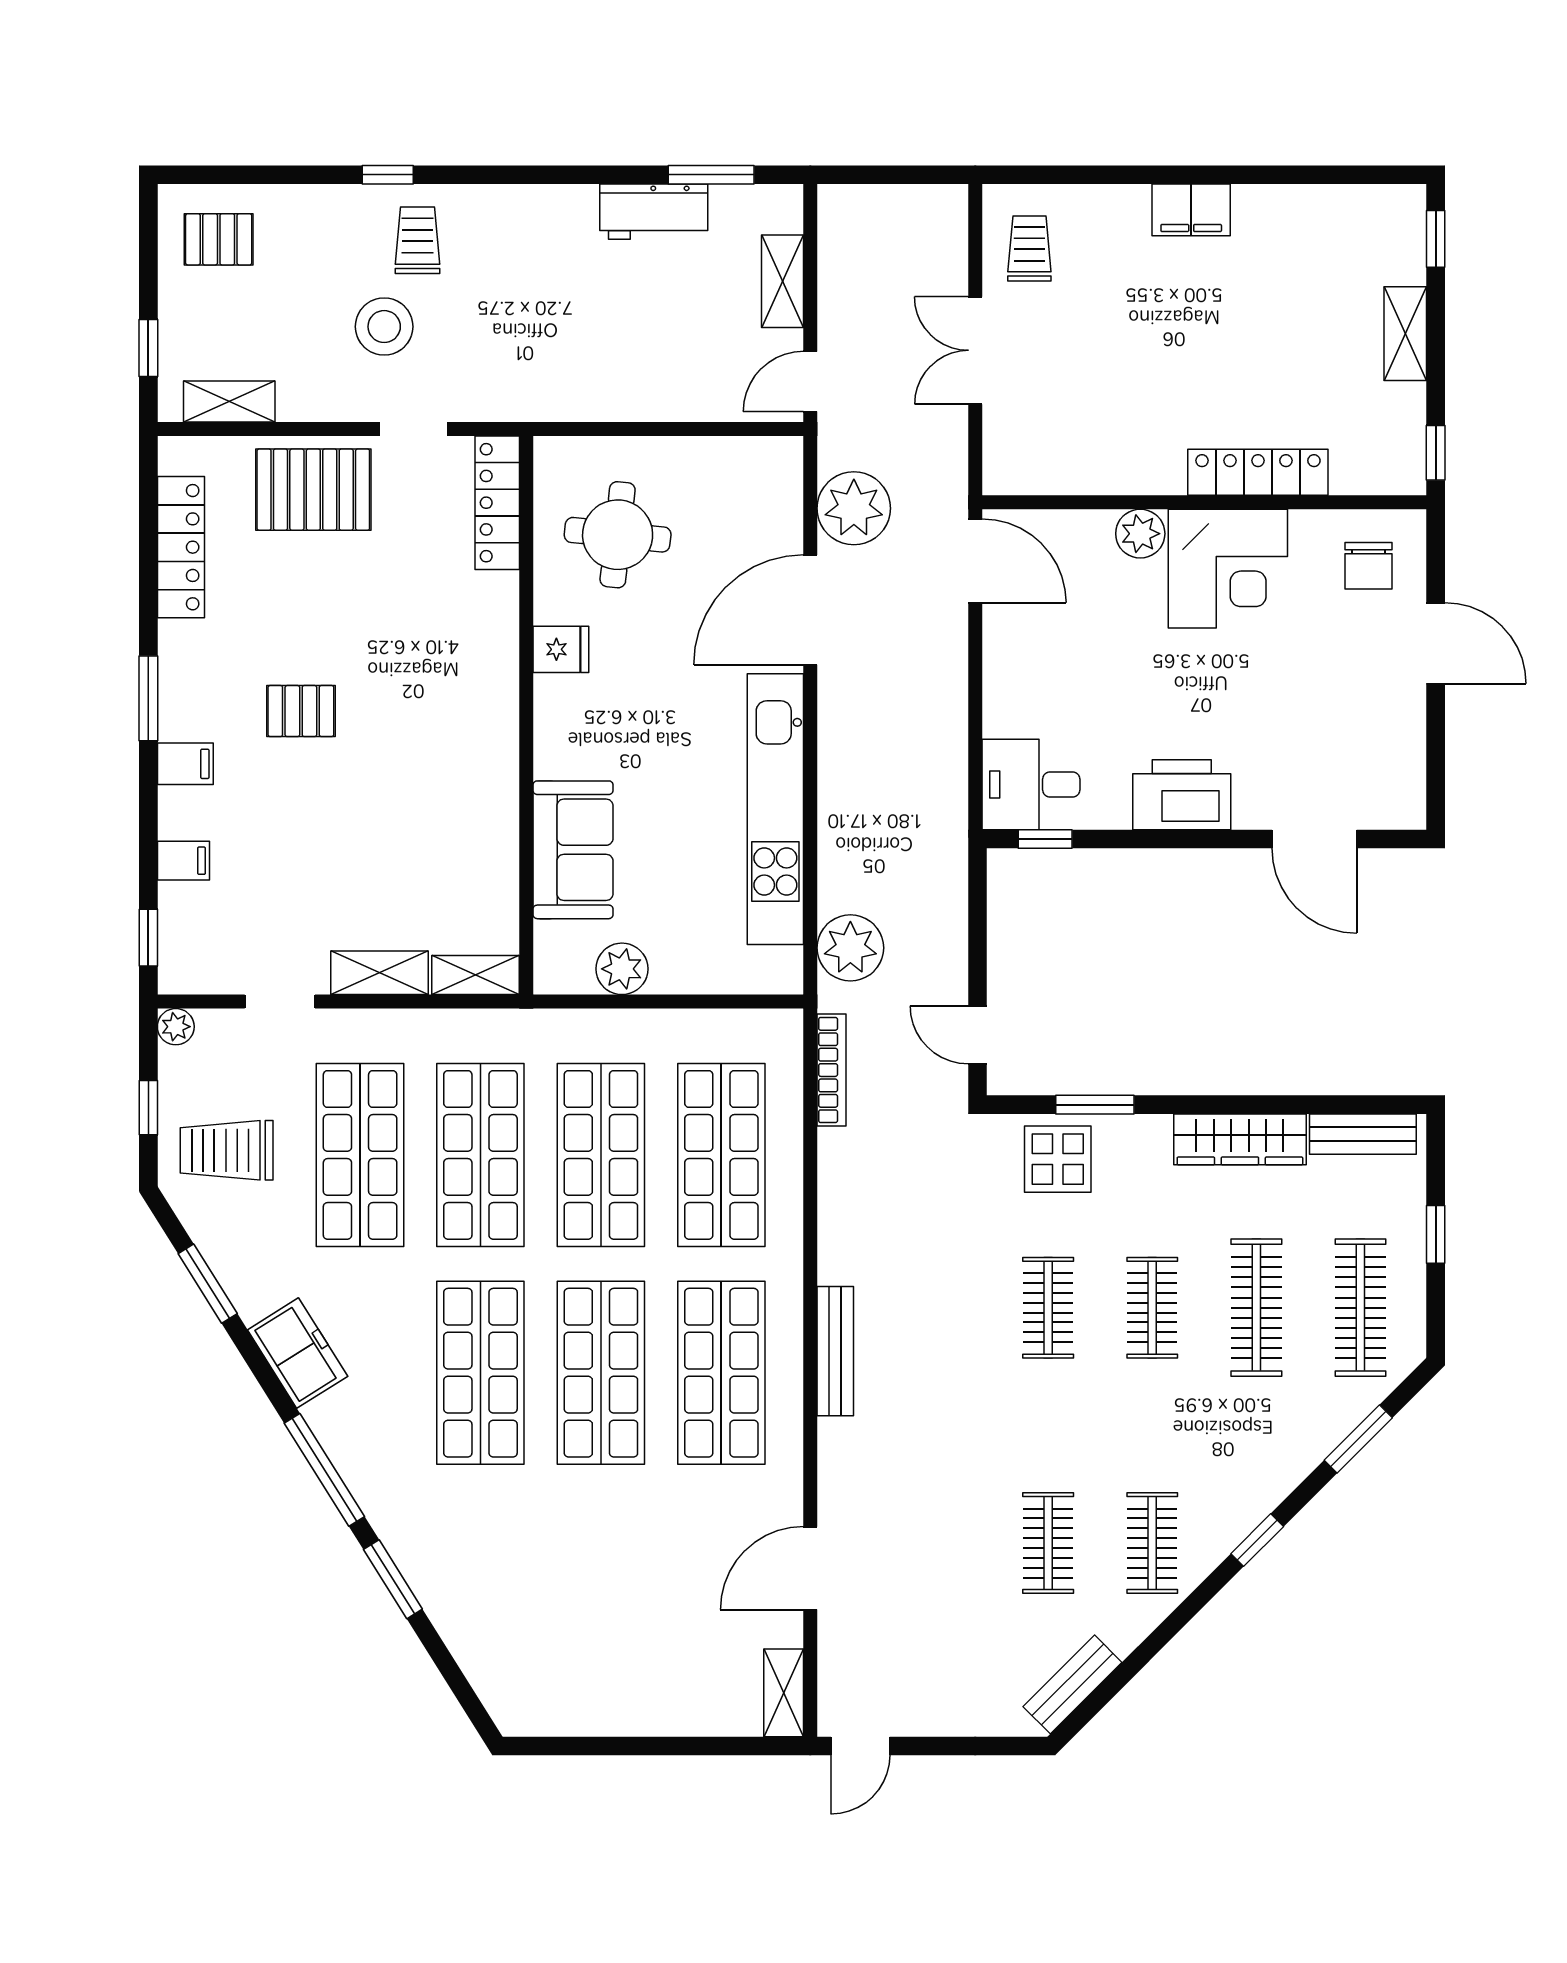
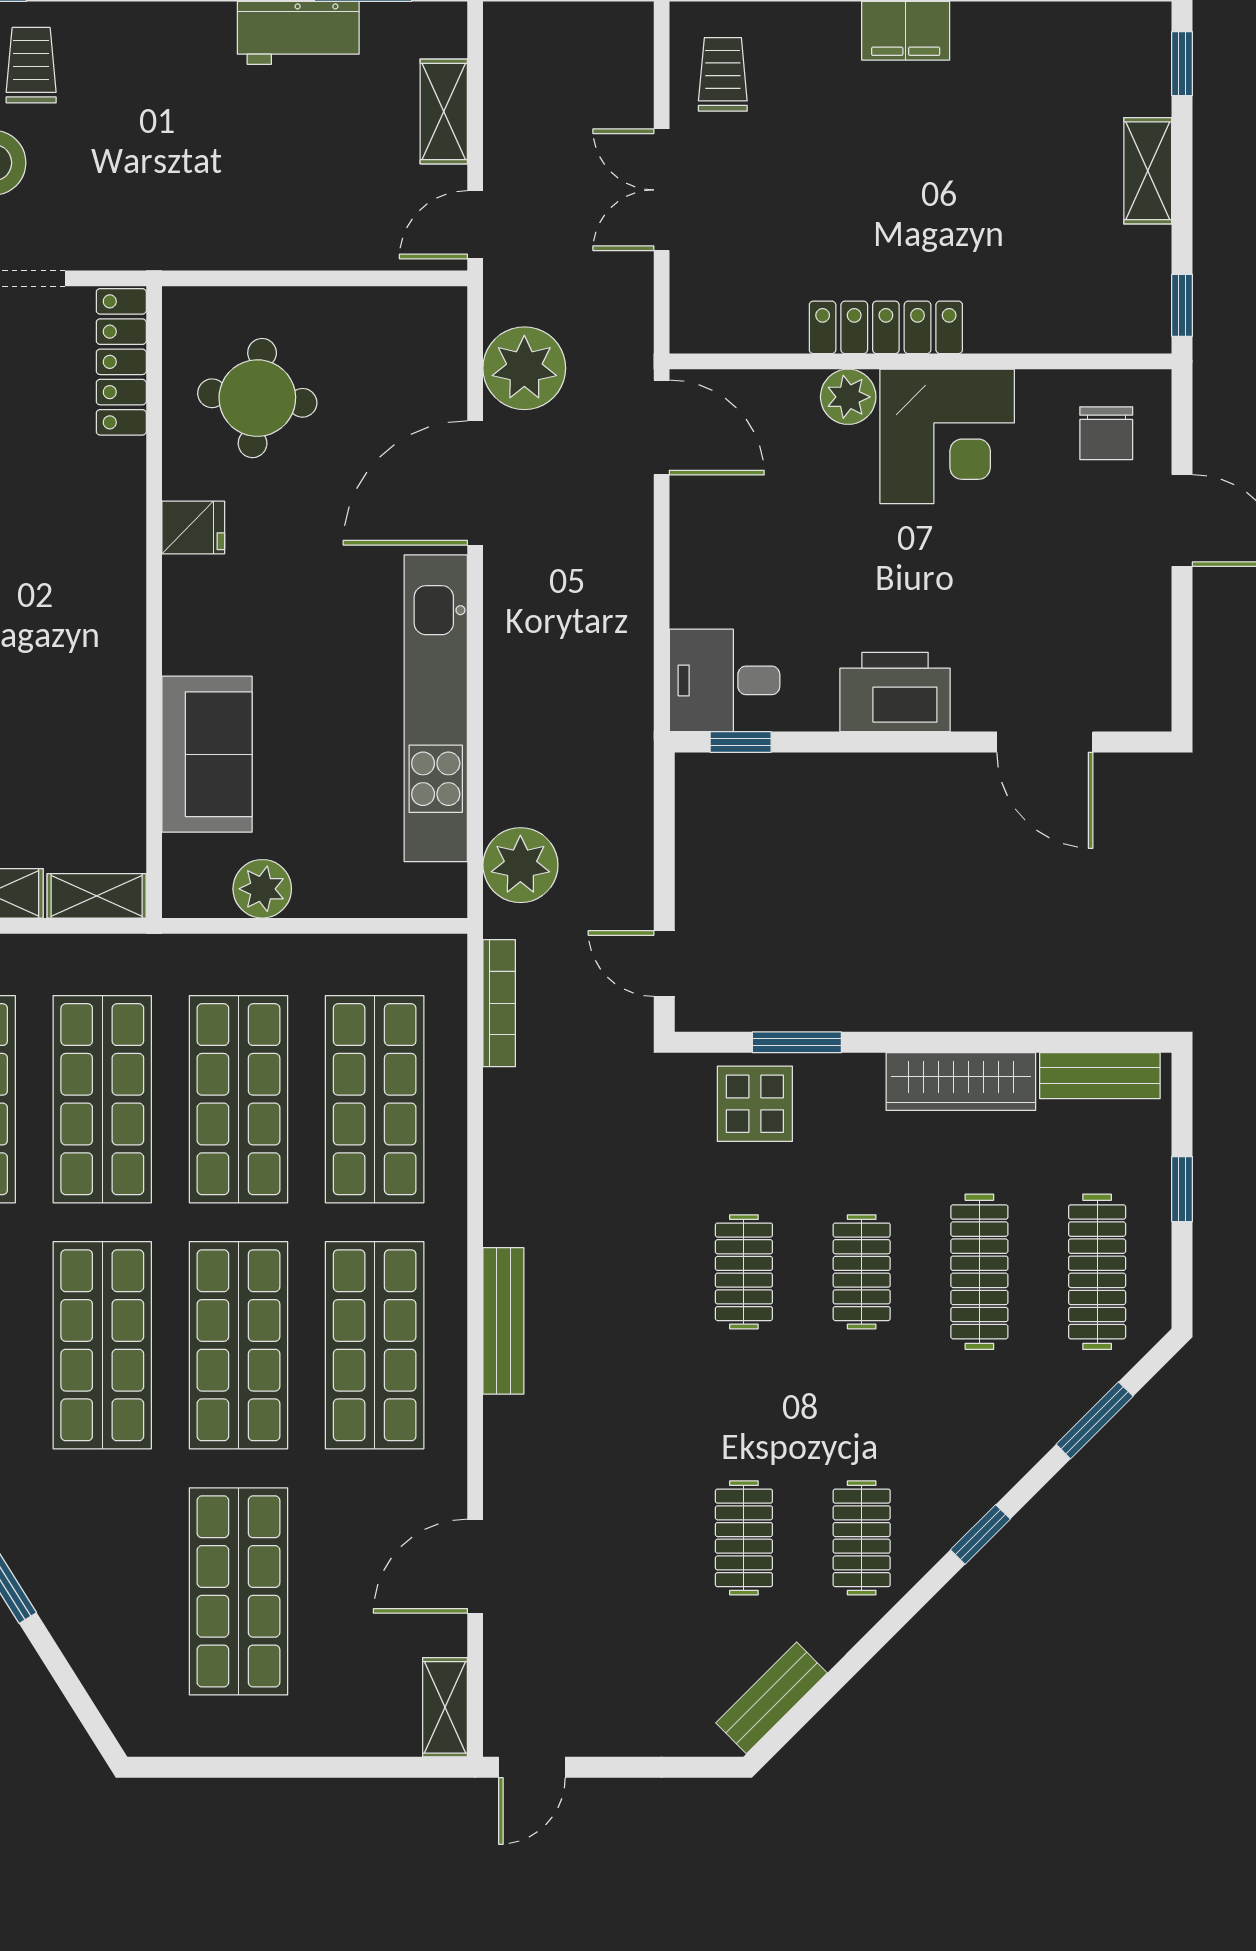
locker: (1258, 472) -> (886, 327), moved
shop shelf: (601, 1590) -> (238, 1591), added

